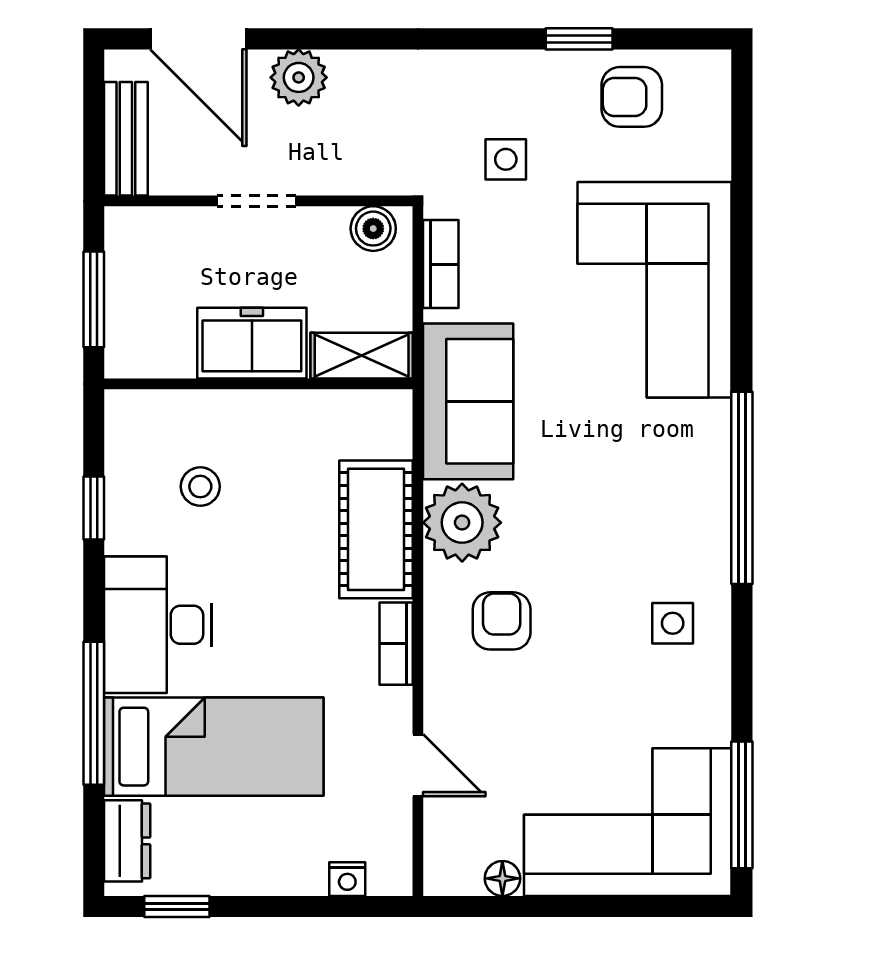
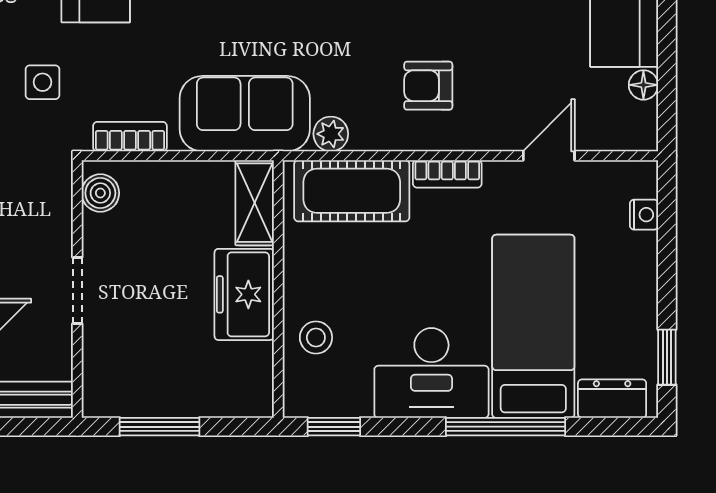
freezer: (252, 343) -> (244, 294), moved
shelving: (362, 356) -> (255, 203), moved
wall: (258, 384) -> (278, 289), moved
plant: (462, 523) -> (331, 134), width x0.53, depth x0.53

